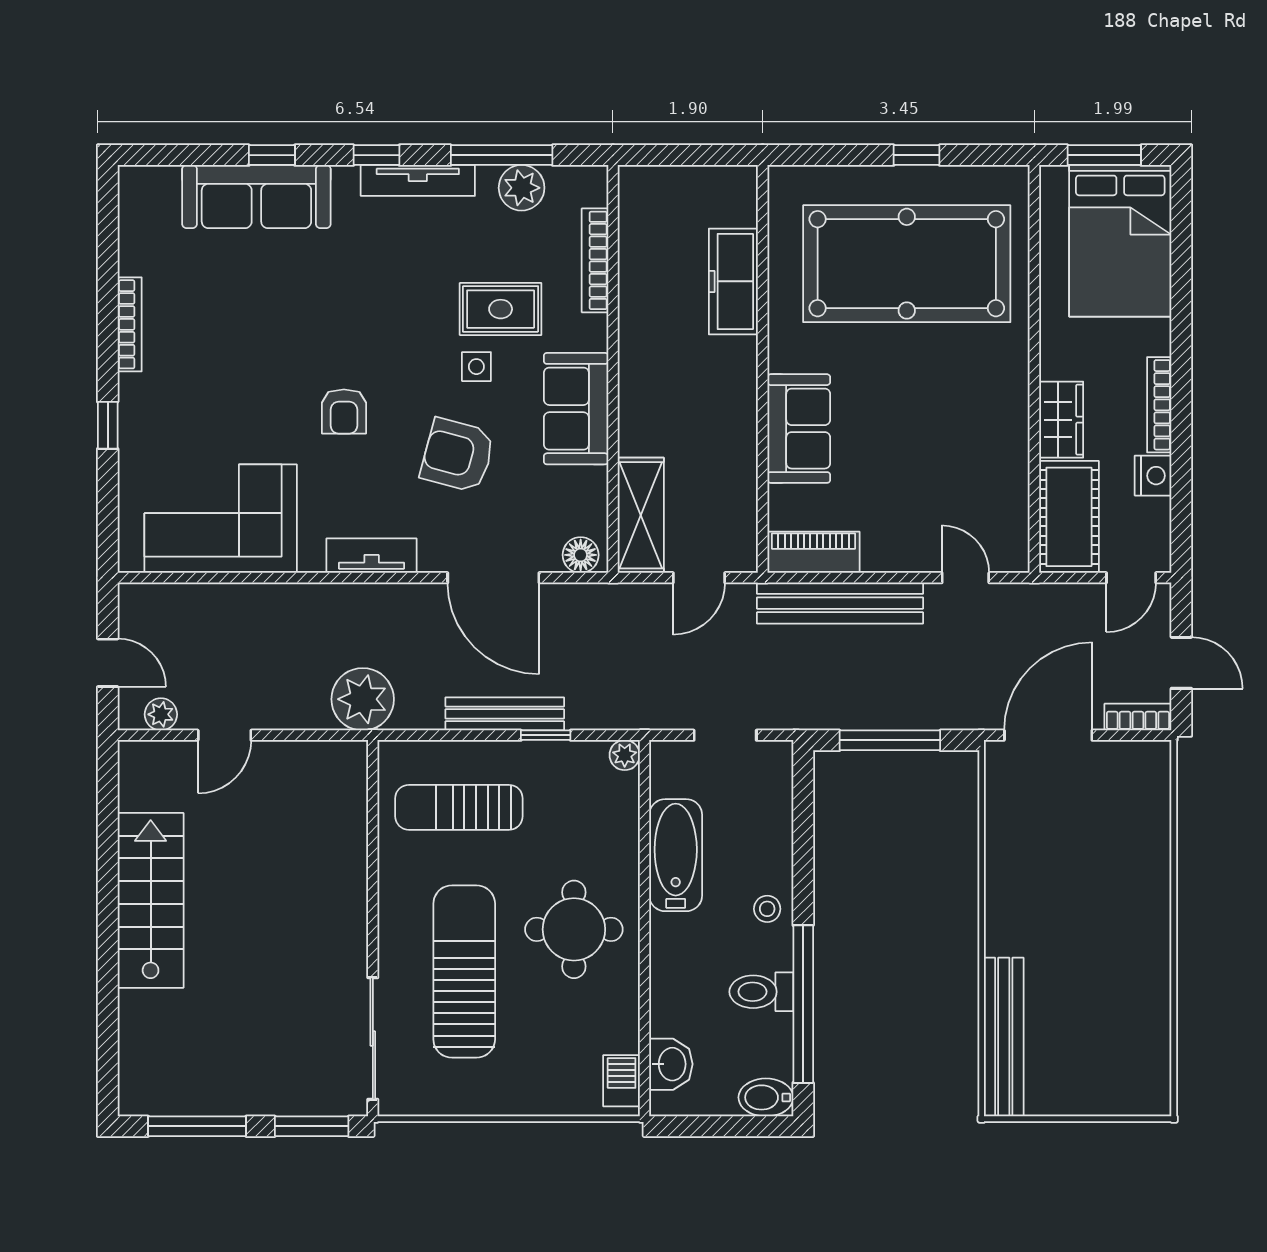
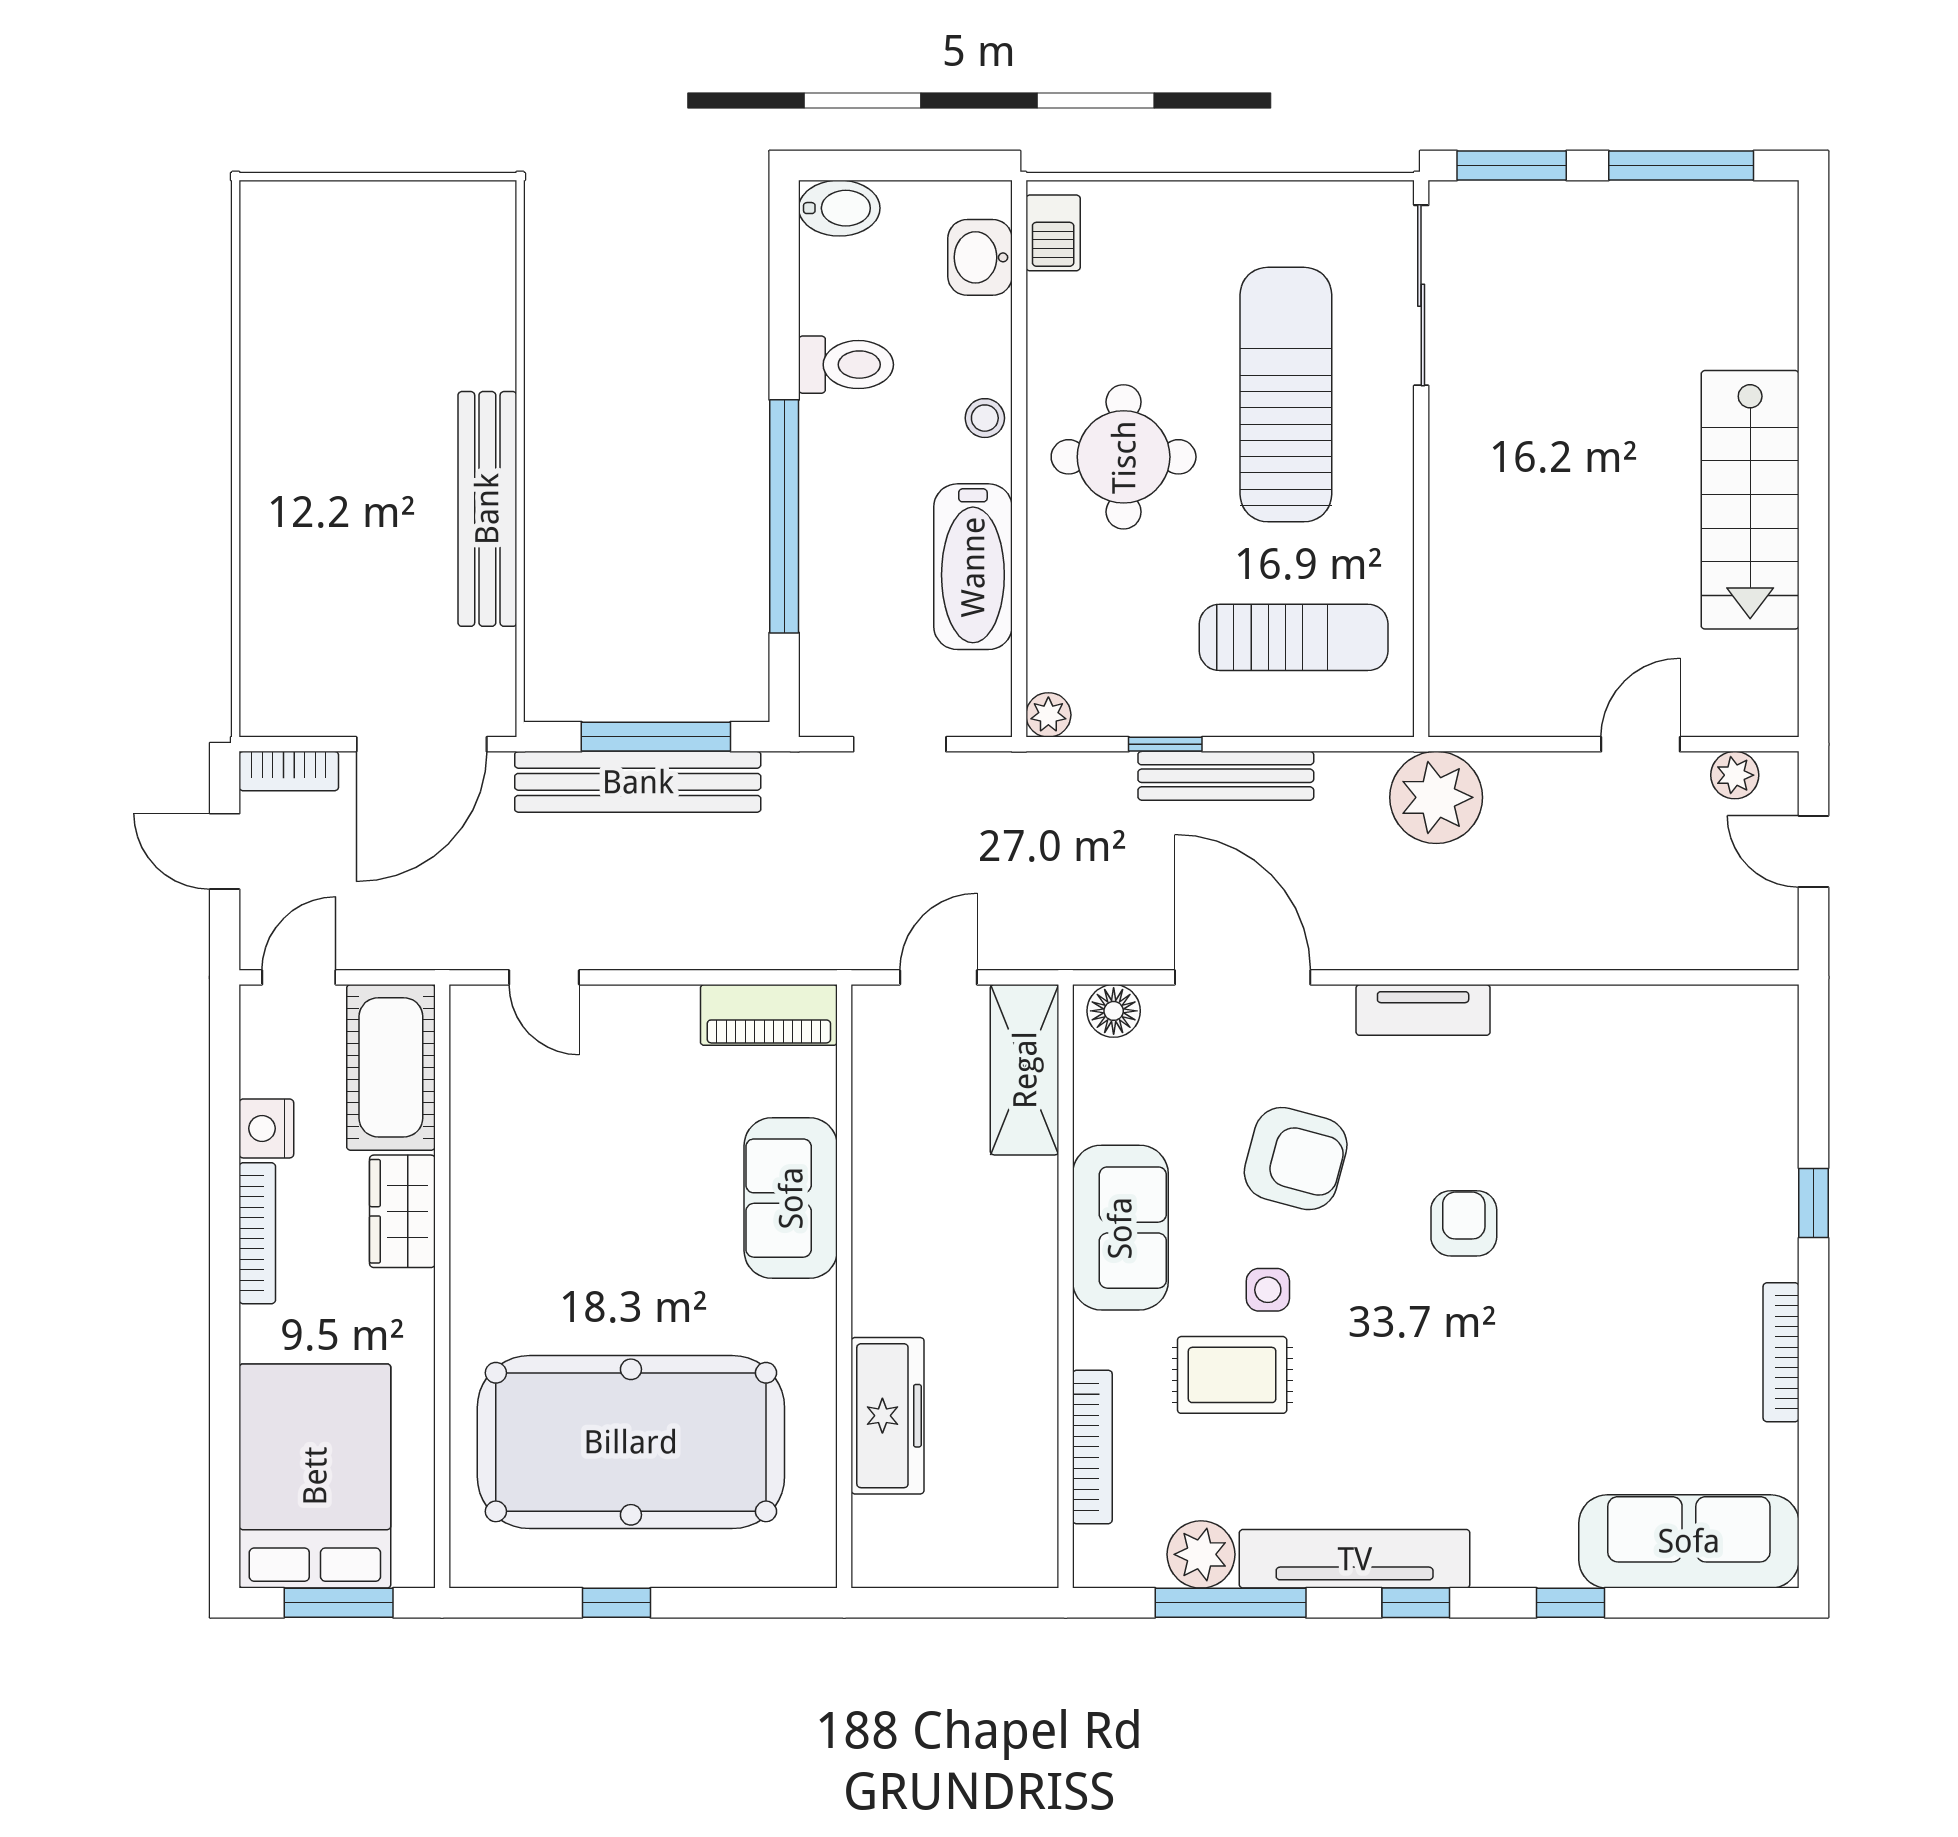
tv unit: (418, 180) -> (1355, 1559), width x1.36, depth x1.29
sofa: (256, 197) -> (1689, 1541), moved
corner sofa: (221, 519) -> (1646, 1065), removed
bench: (840, 603) -> (638, 782), moved
stool: (767, 909) -> (985, 418), moved
sun lounger: (464, 971) -> (1286, 395), turned 180
window: (803, 1004) -> (784, 516), moved
bench: (1004, 1037) -> (487, 509), moved

